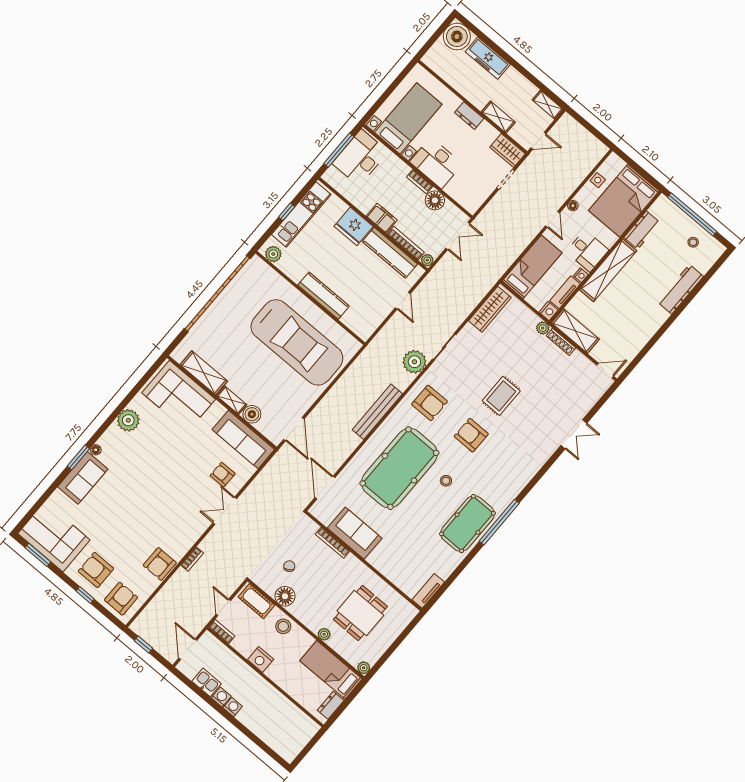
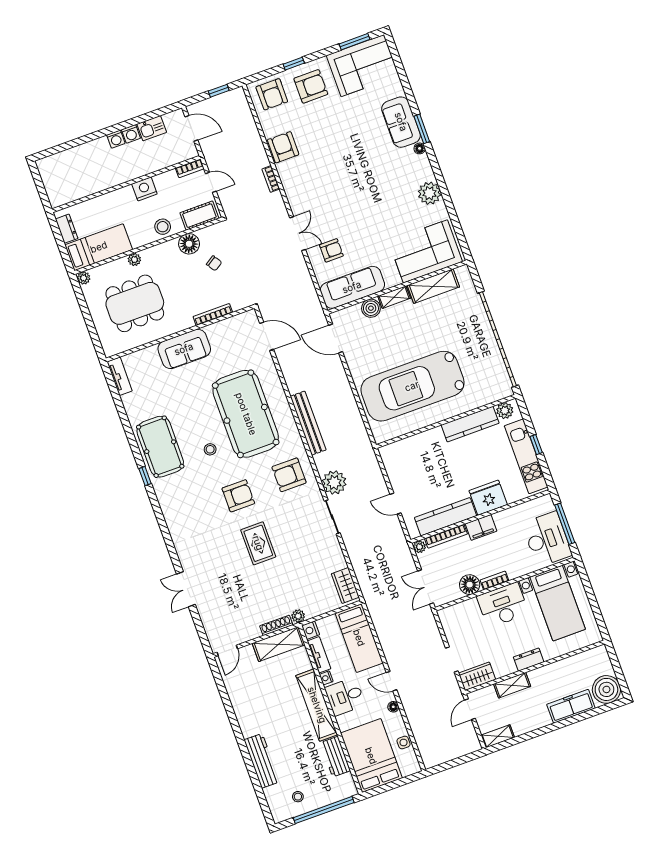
kitchen counter: (324, 296) -> (470, 424), moved
wardrobe: (490, 309) -> (345, 585), width x0.67
window: (499, 522) -> (145, 476), width x0.32
sofa: (355, 533) -> (184, 349), moved
dining table: (360, 613) -> (135, 303), width x1.38

